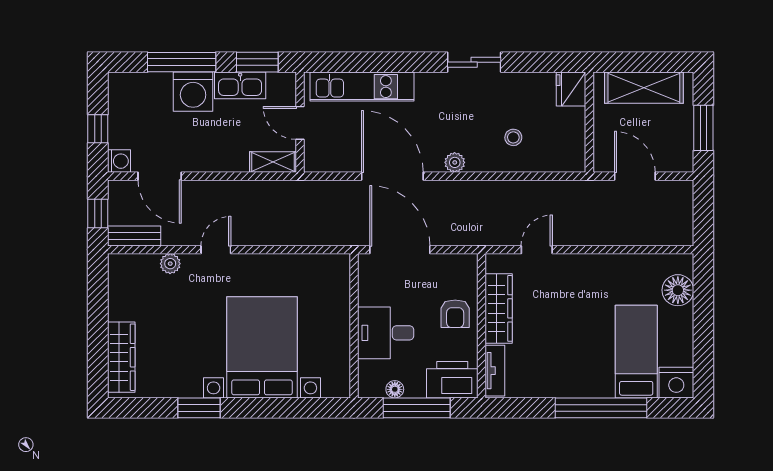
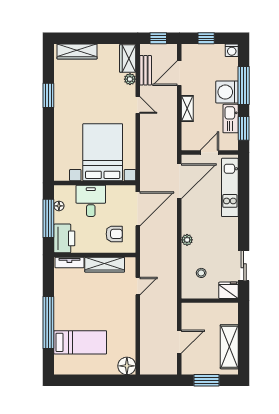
sliding door: (474, 62) -> (244, 266), moved
fridge: (571, 89) -> (229, 290), moved
wall: (589, 122) -> (210, 301), moved
washing machine: (119, 161) -> (232, 50), moved
shelving: (273, 162) -> (187, 109), moved
door: (392, 176) -> (179, 181), moved
bench: (134, 236) -> (146, 70), moved
door: (537, 250) -> (138, 286), hinge flipped
wardrobe: (133, 268) -> (128, 58), added
floor lamp: (678, 290) -> (127, 366), moved
armchair: (455, 314) -> (114, 234), moved, turned 180
bed with nightstands: (262, 347) -> (103, 152), moved, turned -90
nightstand: (676, 383) -> (63, 365), removed

